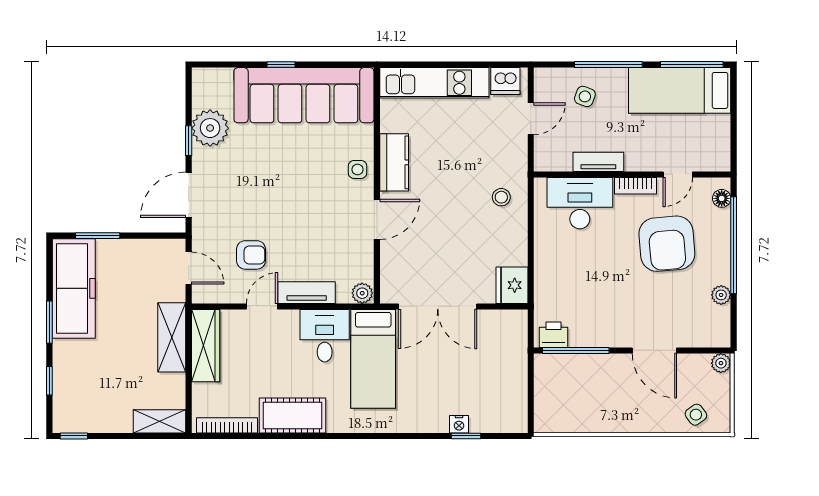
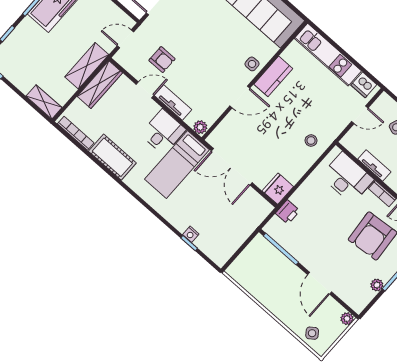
door: (189, 268) -> (125, 39), swing flipped
printer: (553, 335) -> (288, 212), moved, turned 90

